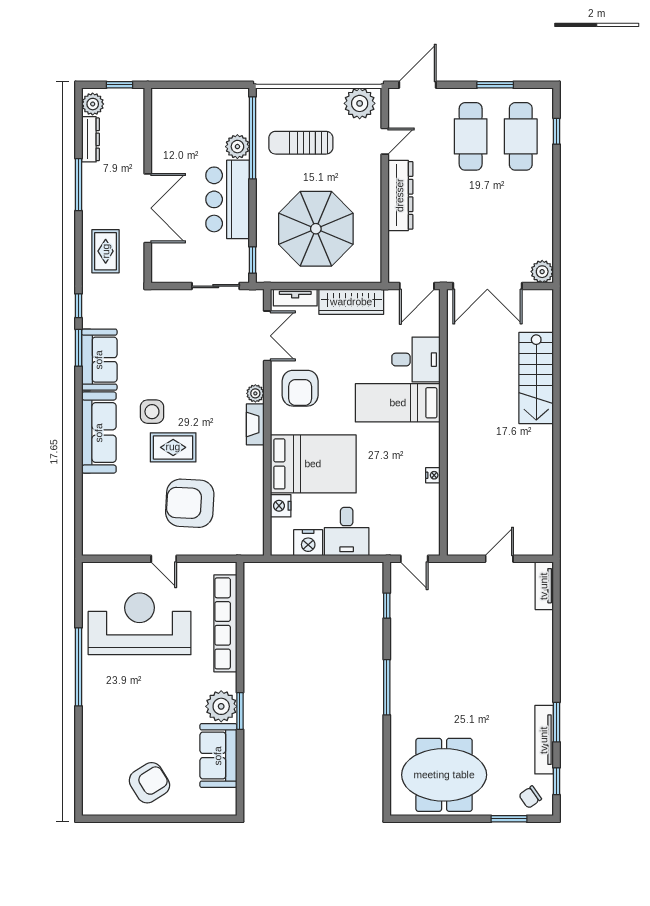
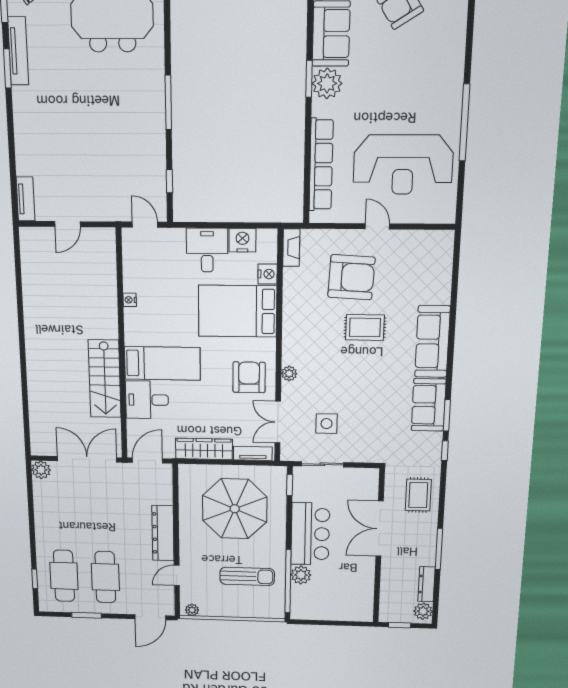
plant: (360, 103) -> (192, 610), width x0.53, depth x0.53
stairs: (536, 378) -> (105, 379), moved, turned 180
side table: (152, 412) -> (327, 424), moved
fireplace: (255, 424) -> (291, 248), moved

